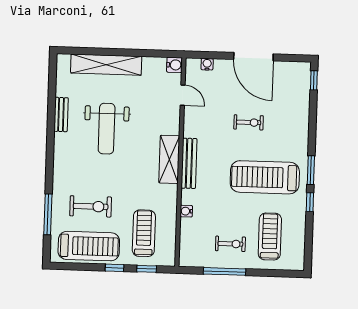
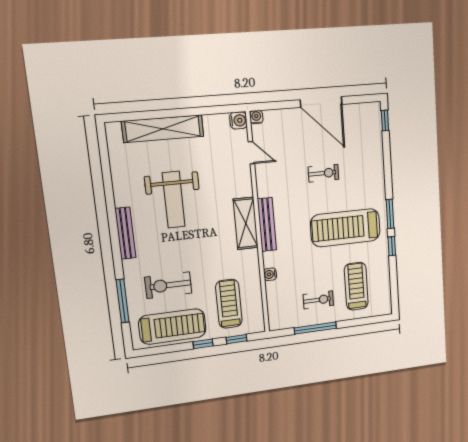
water cooler: (207, 64) -> (256, 117), moved
bench: (61, 115) -> (125, 233), moved, width x1.36
exercise bike: (91, 206) -> (168, 285), turned 180

